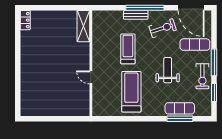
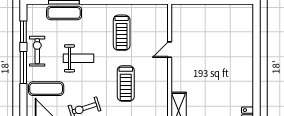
weight bench: (168, 70) -> (78, 58), turned -90
door: (91, 77) -> (170, 50), swing flipped
treadmill: (131, 92) -> (122, 33), width x0.73, depth x0.73

